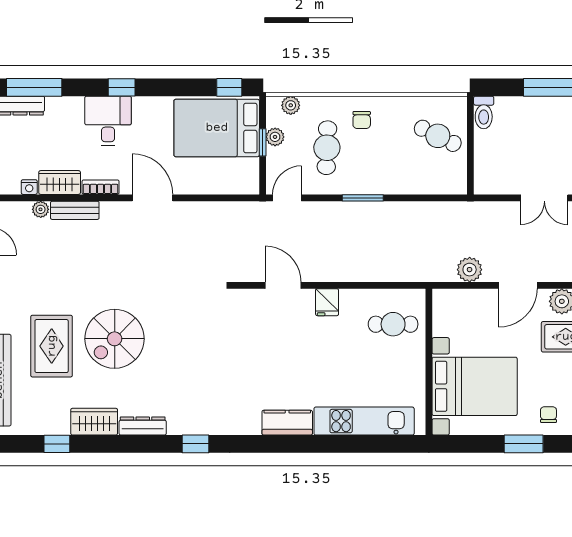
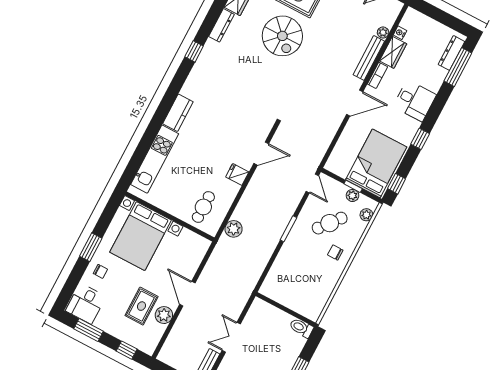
window: (122, 87) -> (420, 139), moved
cafe table: (438, 136) -> (302, 293), removed
cafe table: (327, 148) -> (330, 223), turned -53
bench: (75, 210) -> (369, 58), width x1.36
plant: (470, 270) -> (234, 229), moved
spiral stairs: (115, 339) -> (282, 36), turned 180

